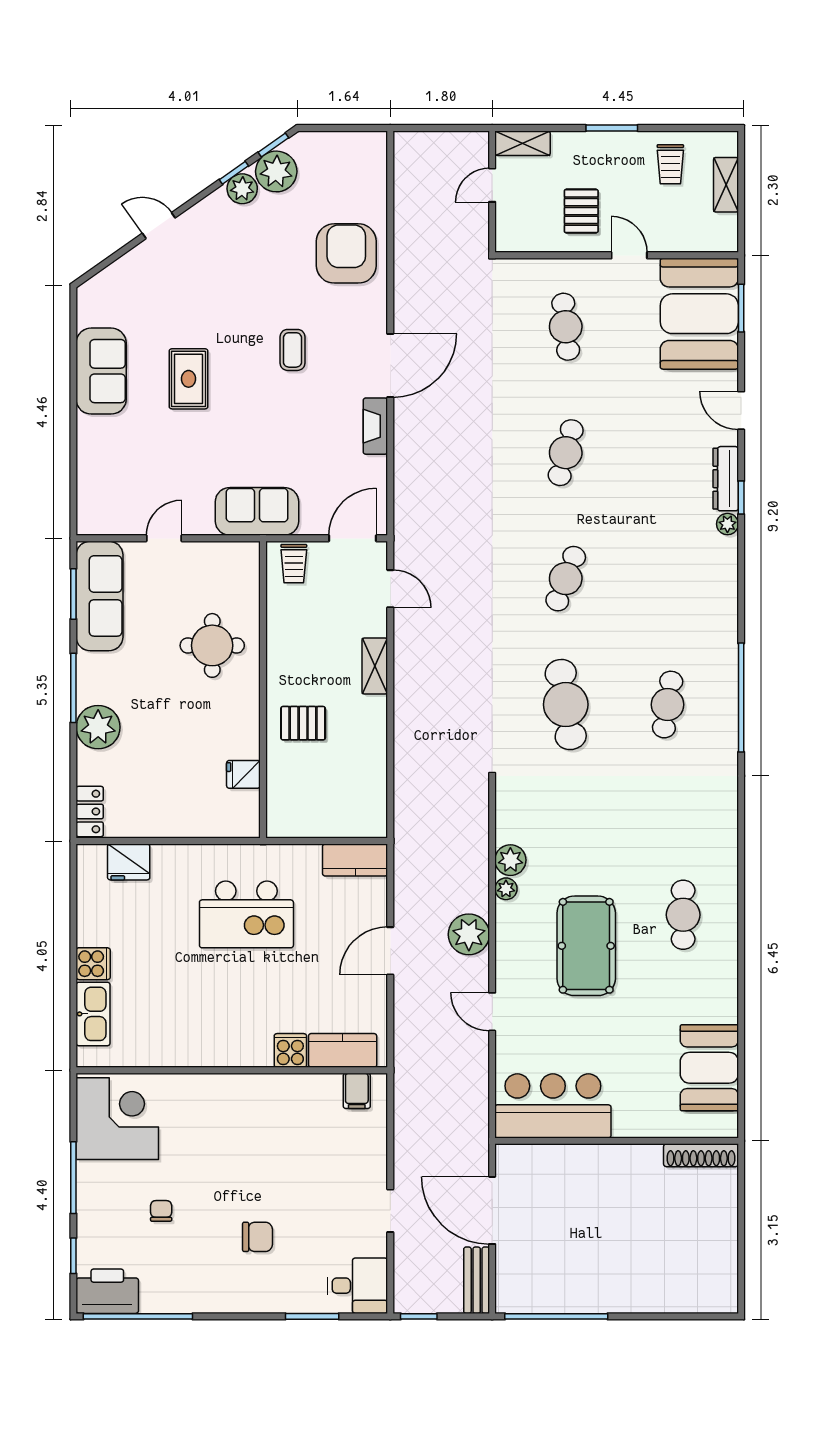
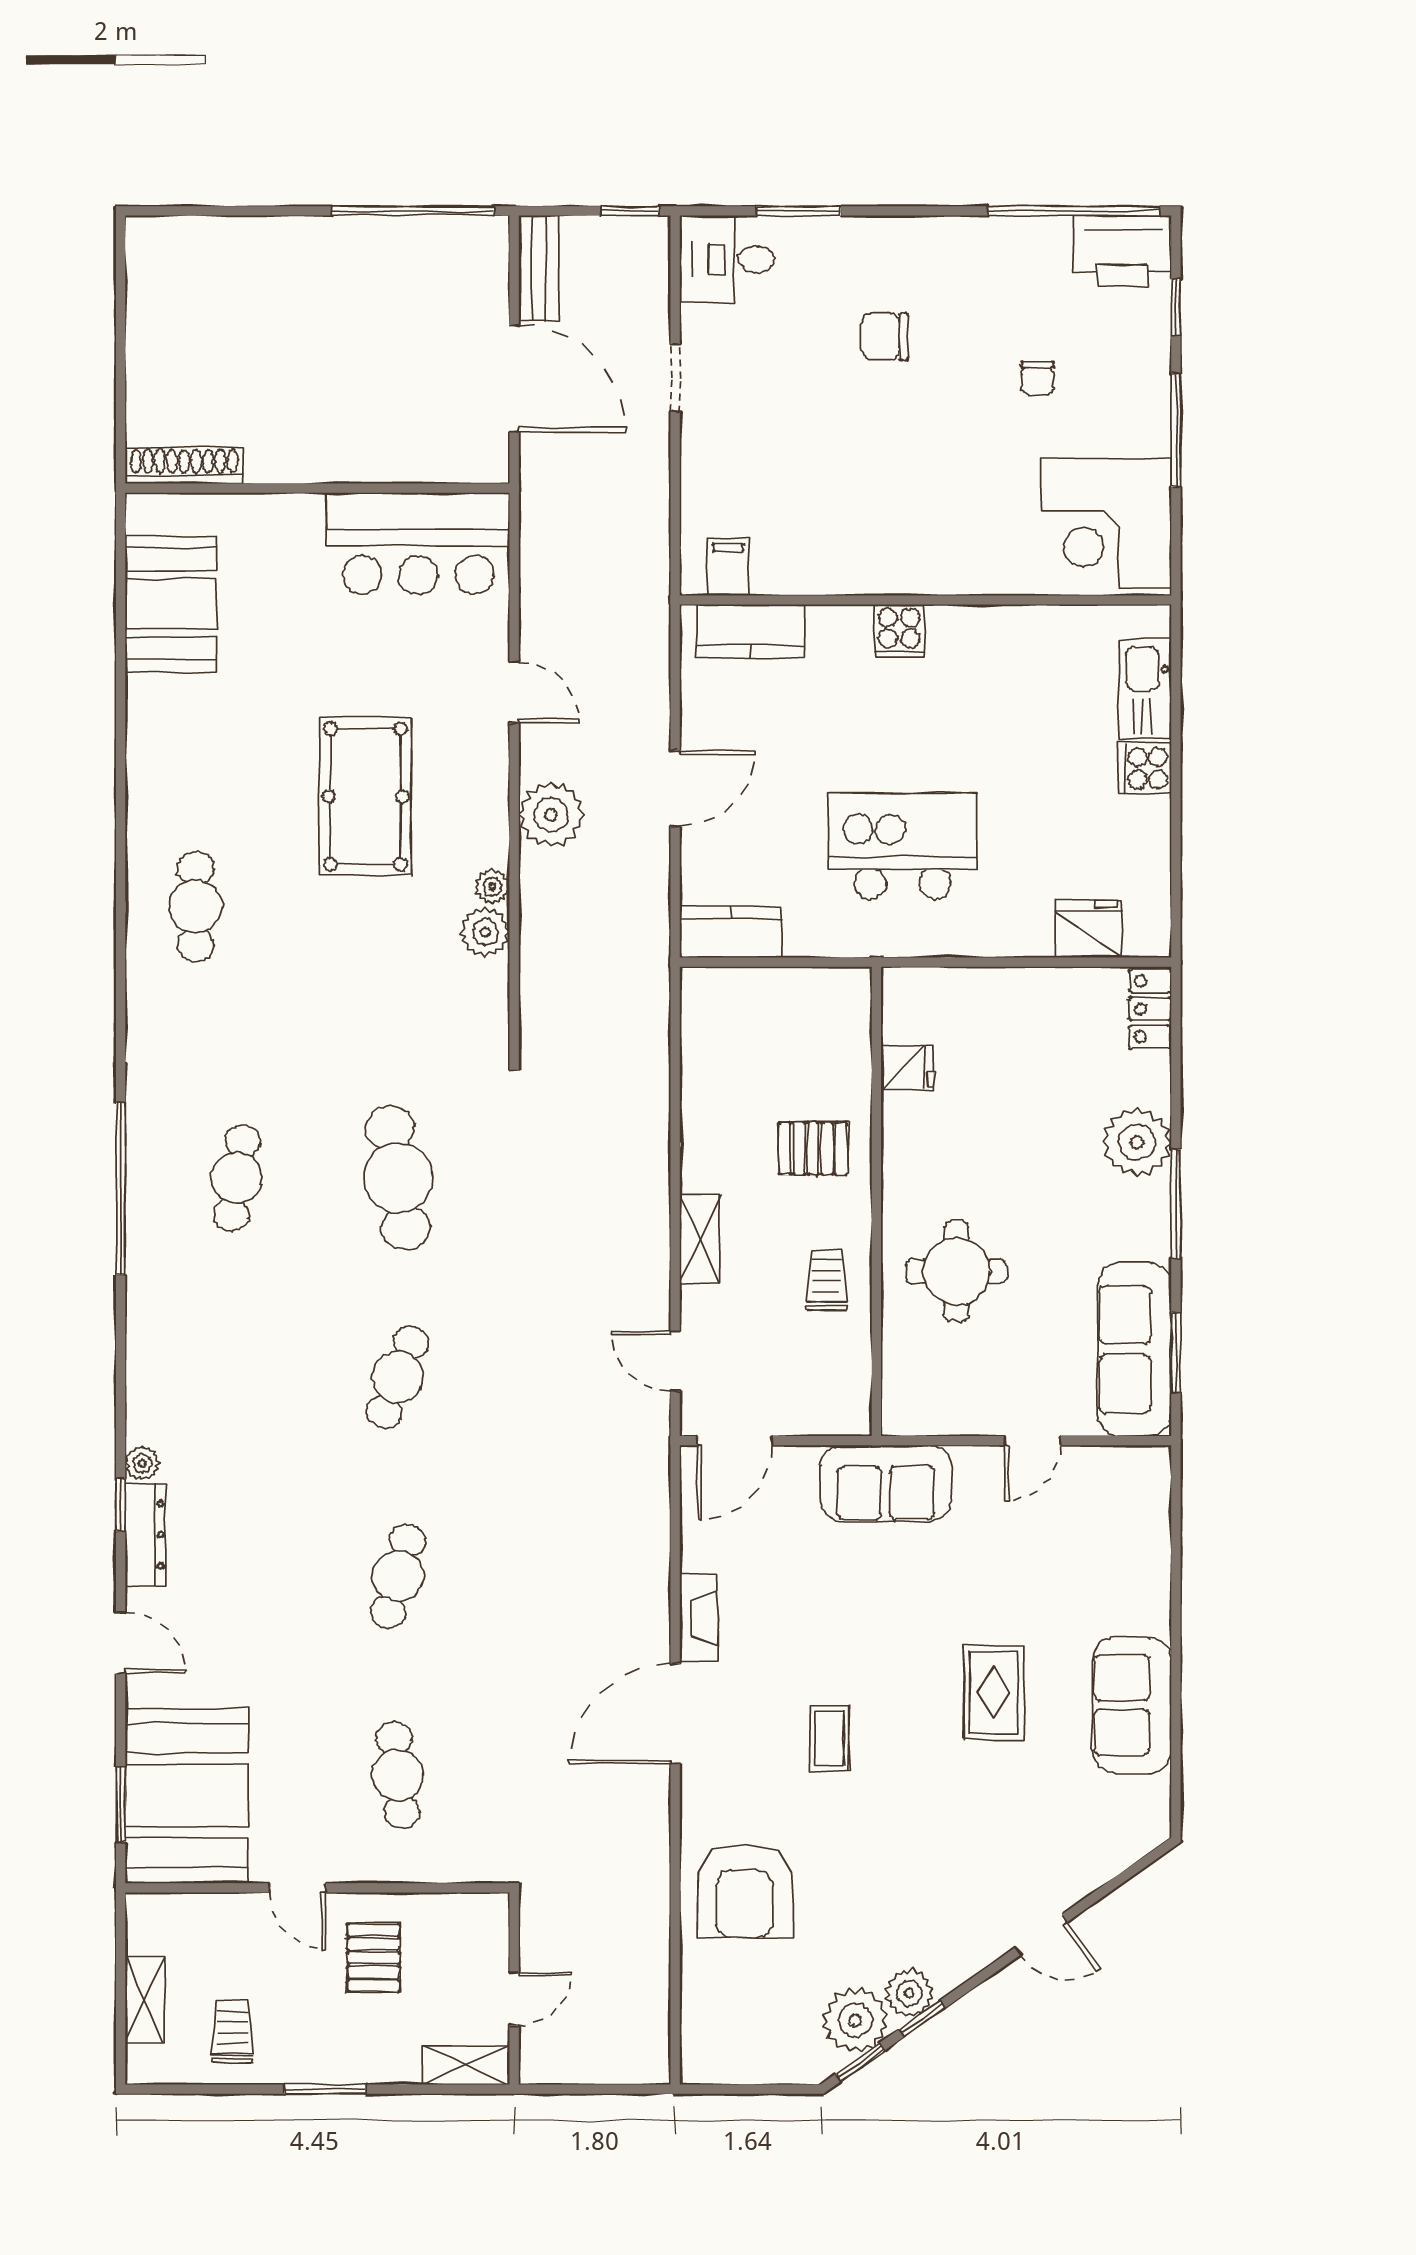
trolley: (294, 564) -> (826, 1280), moved
cafe table: (683, 915) -> (196, 907), moved
cooker: (290, 1050) -> (899, 631), moved

